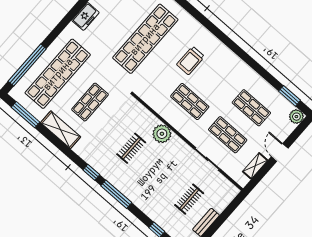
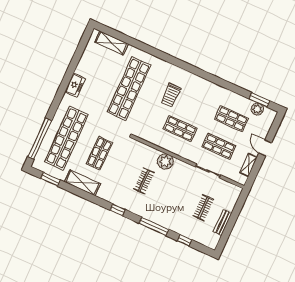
window: (26, 115) -> (50, 179), width x0.69
plant: (296, 117) -> (257, 109), moved
window: (116, 194) -> (154, 226), moved

